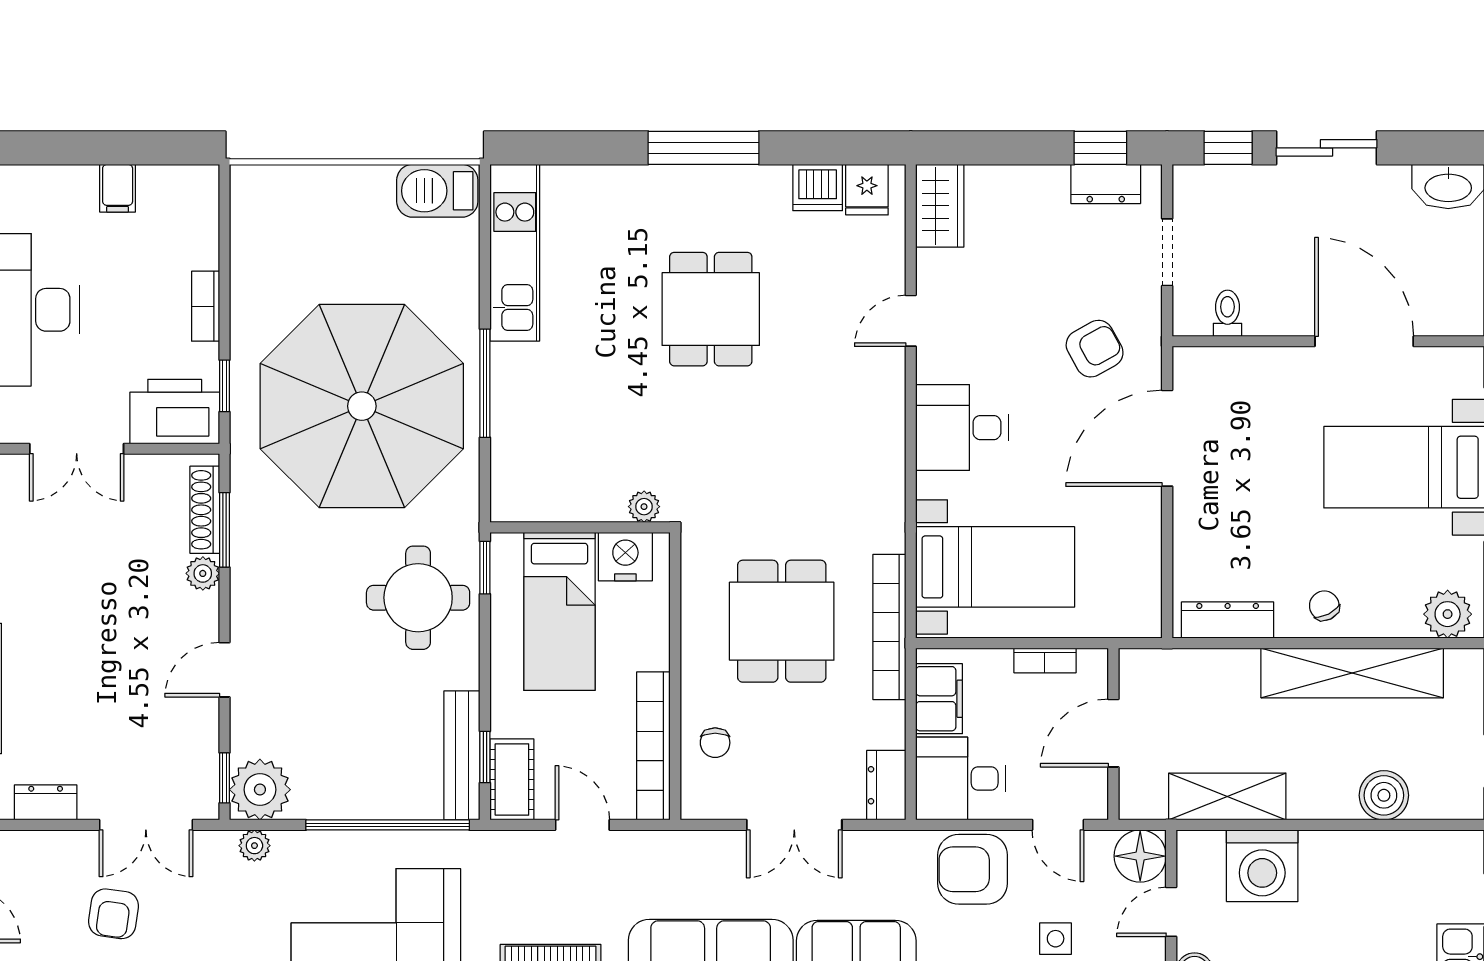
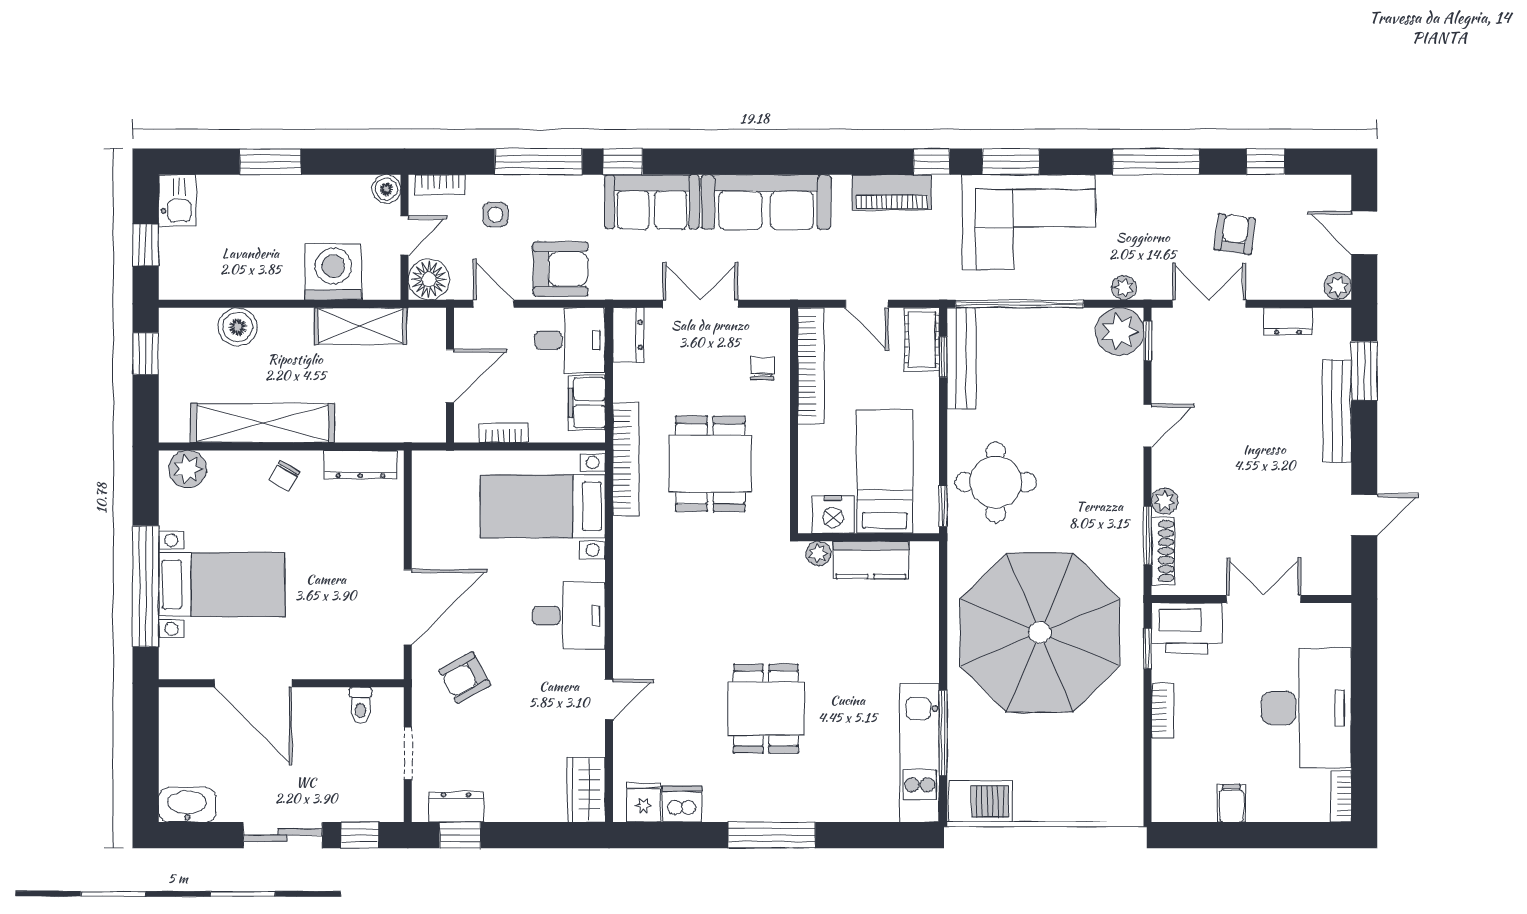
window: (485, 383) -> (943, 733), moved
kitchen counter: (577, 498) -> (871, 560), added
chair: (1324, 606) -> (284, 476), turned 57

